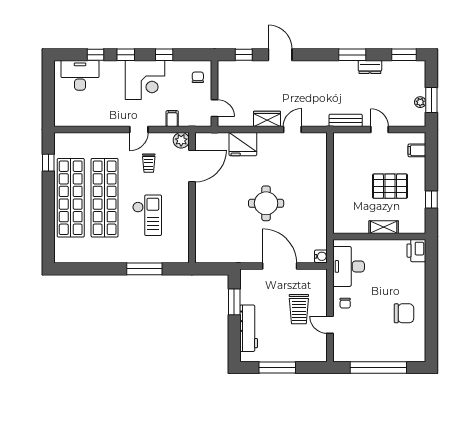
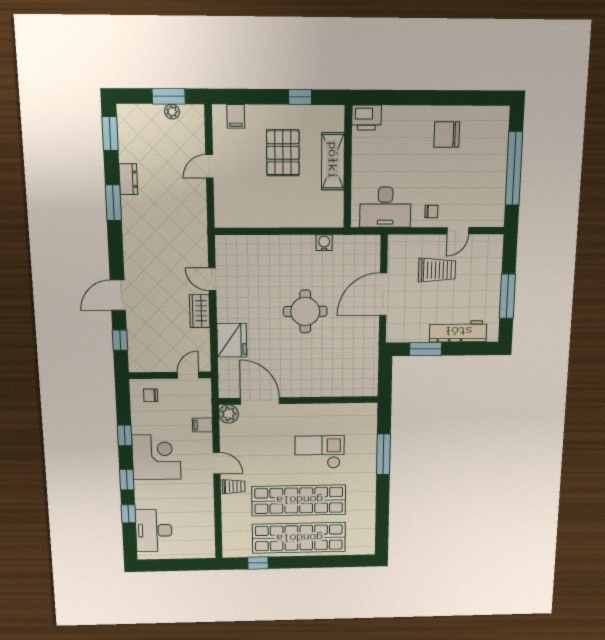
bench: (346, 120) -> (199, 211), removed
trolley: (149, 163) -> (234, 487), moved
shelving: (384, 227) -> (333, 161), width x1.50, depth x1.33
water cooler: (321, 256) -> (324, 243), moved
chair: (404, 313) -> (447, 135), turned -90

